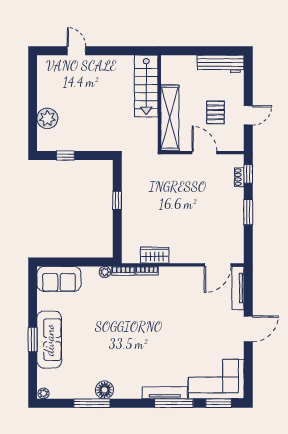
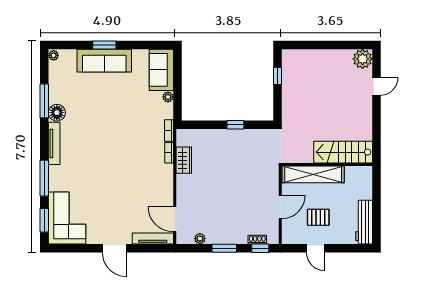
plant: (47, 118) -> (363, 59), moved
plant: (238, 238) -> (200, 239), added
plant: (105, 272) -> (168, 97), moved
tv unit: (165, 393) -> (54, 143), moved

